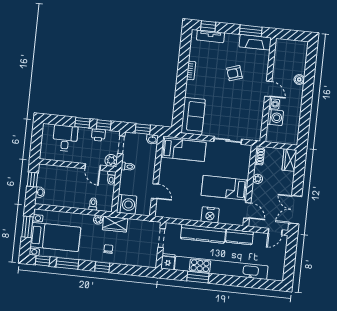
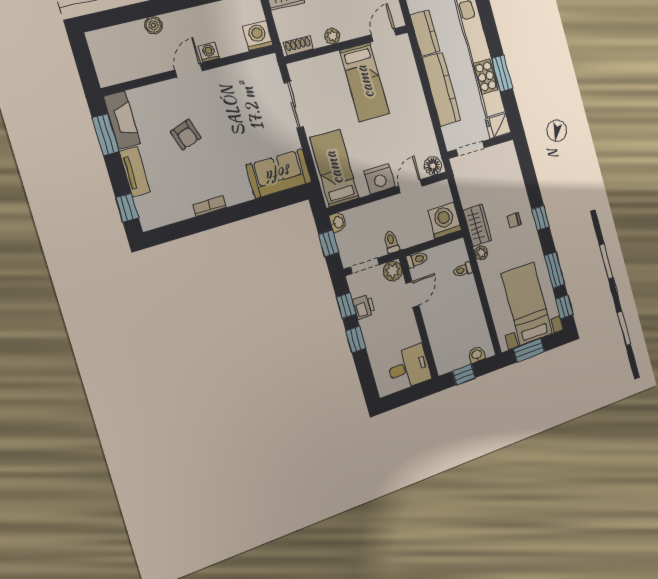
tv unit: (210, 36) -> (135, 172), moved
washing machine: (275, 118) -> (258, 36), moved
desk: (65, 138) -> (409, 367), moved, turned 180
floor lamp: (161, 210) -> (433, 166), added
nightstand: (210, 215) -> (380, 179), moved, turned 90

